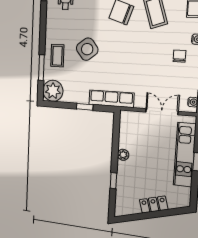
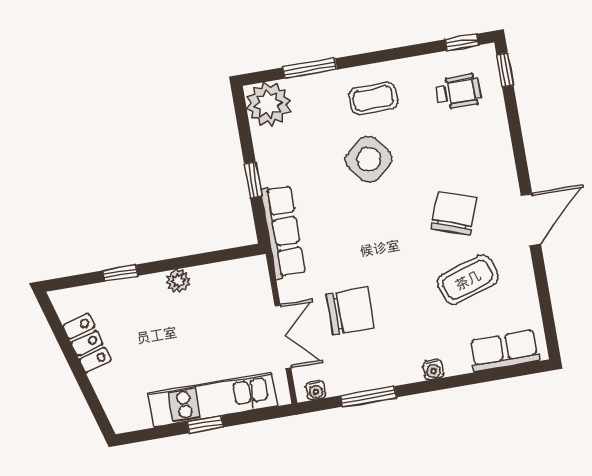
coffee table: (57, 56) -> (373, 98), moved
chair: (179, 56) -> (350, 311), moved, width x1.87, depth x1.87
locker: (154, 205) -> (87, 343), moved

